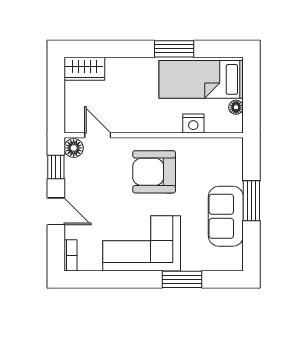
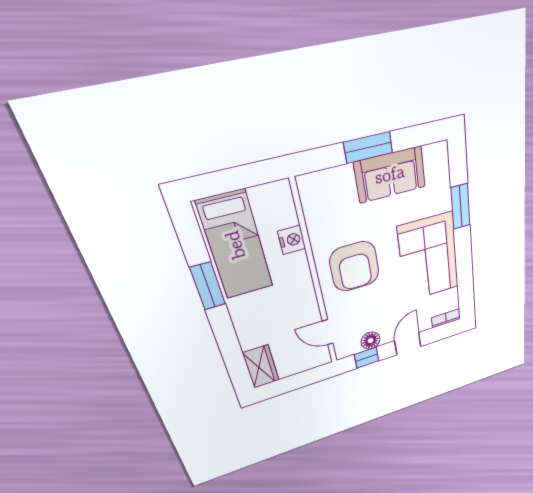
floor lamp: (236, 107) -> (259, 194), removed
door: (98, 135) -> (328, 332), hinge flipped
floor lamp: (74, 148) -> (371, 341), moved

